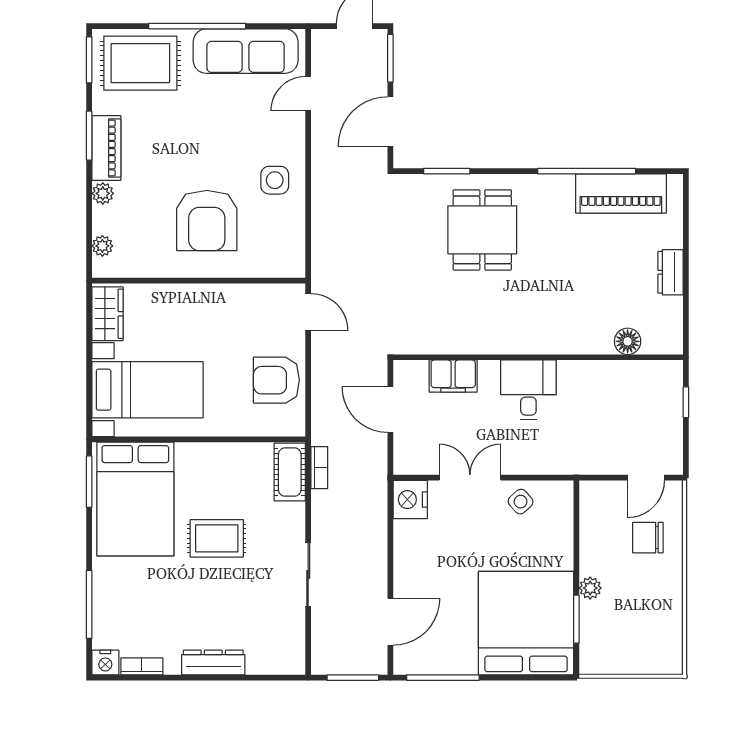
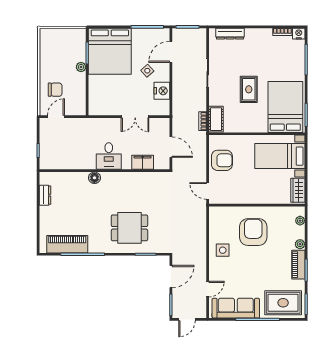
dining table: (482, 230) -> (129, 228), turned 90
dresser: (670, 272) -> (45, 195), moved
floor lamp: (628, 341) -> (94, 178), moved
nightstand: (410, 500) -> (162, 91), moved
side table: (521, 502) -> (147, 71), moved
rug: (217, 538) -> (249, 89), turned 90
dresser: (213, 662) -> (230, 34), moved

